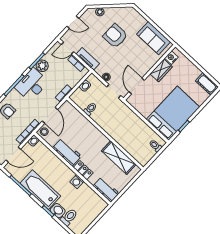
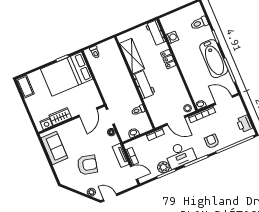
door: (73, 22) -> (110, 198), moved
armchair: (115, 36) -> (87, 165), turned -77
door: (50, 115) -> (176, 121), swing flipped
workbench: (67, 152) -> (144, 84), moved, turned 180
washing machine: (77, 182) -> (172, 37), moved
washbasin: (58, 211) -> (207, 33), removed

